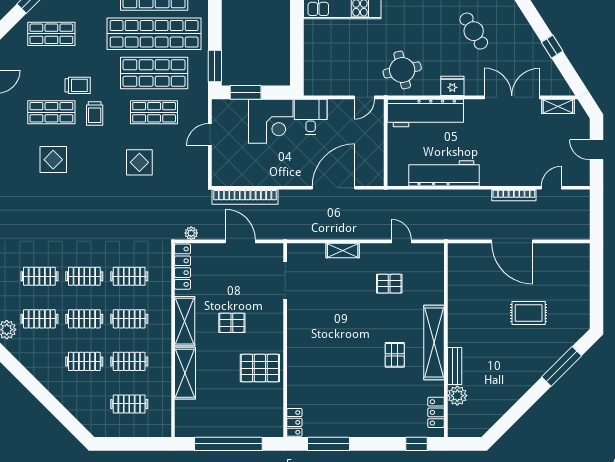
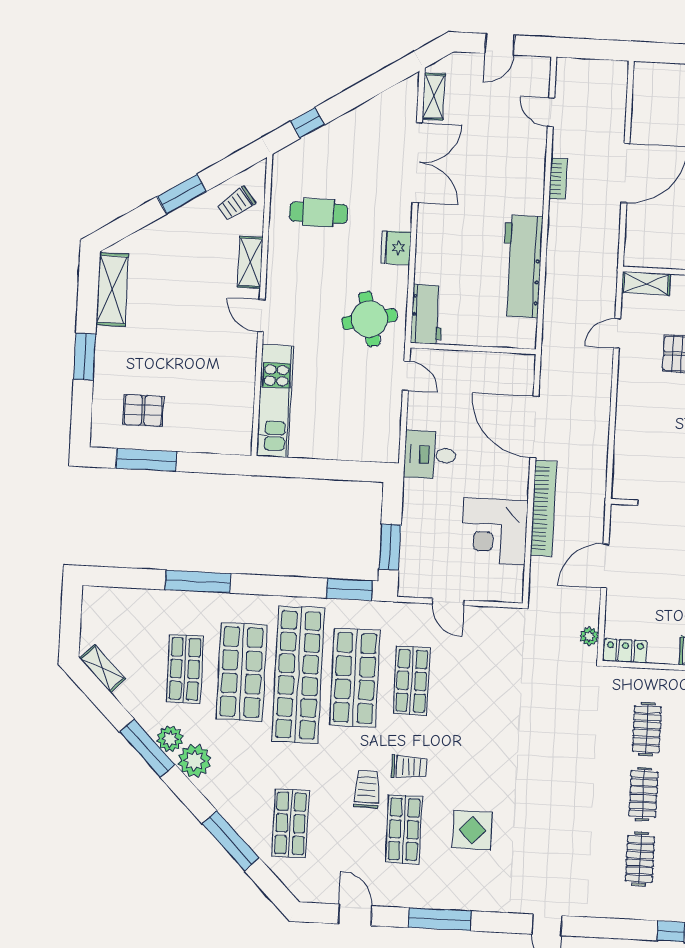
cafe table: (474, 31) -> (318, 213), turned 31
window: (552, 47) -> (307, 123), moved
double door: (512, 97) -> (417, 163), swing flipped
workbench: (425, 113) -> (427, 314), width x0.53, depth x0.76
corner desk: (271, 121) -> (495, 531), moved, turned 180
display table: (139, 162) -> (483, 706), removed
bookcase: (514, 195) -> (558, 179), width x0.64
bookcase: (245, 197) -> (543, 508), moved
shelving: (343, 250) -> (646, 283), moved, turned 90
locker: (183, 267) -> (625, 651), width x0.66

